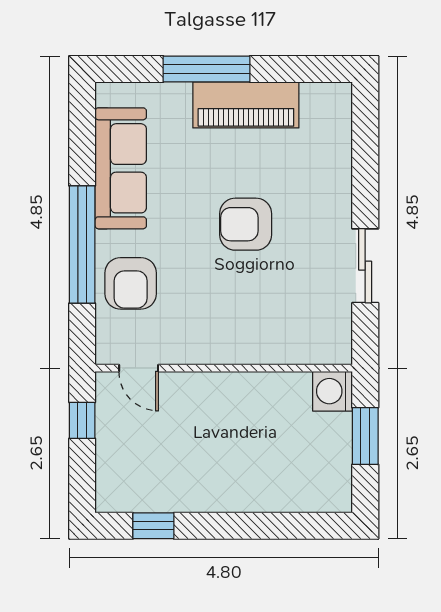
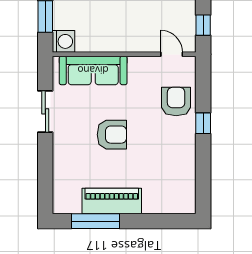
window: (207, 69) -> (95, 221), moved
sofa: (121, 168) -> (93, 70), moved, turned -90
window: (82, 244) -> (203, 123), width x0.32

